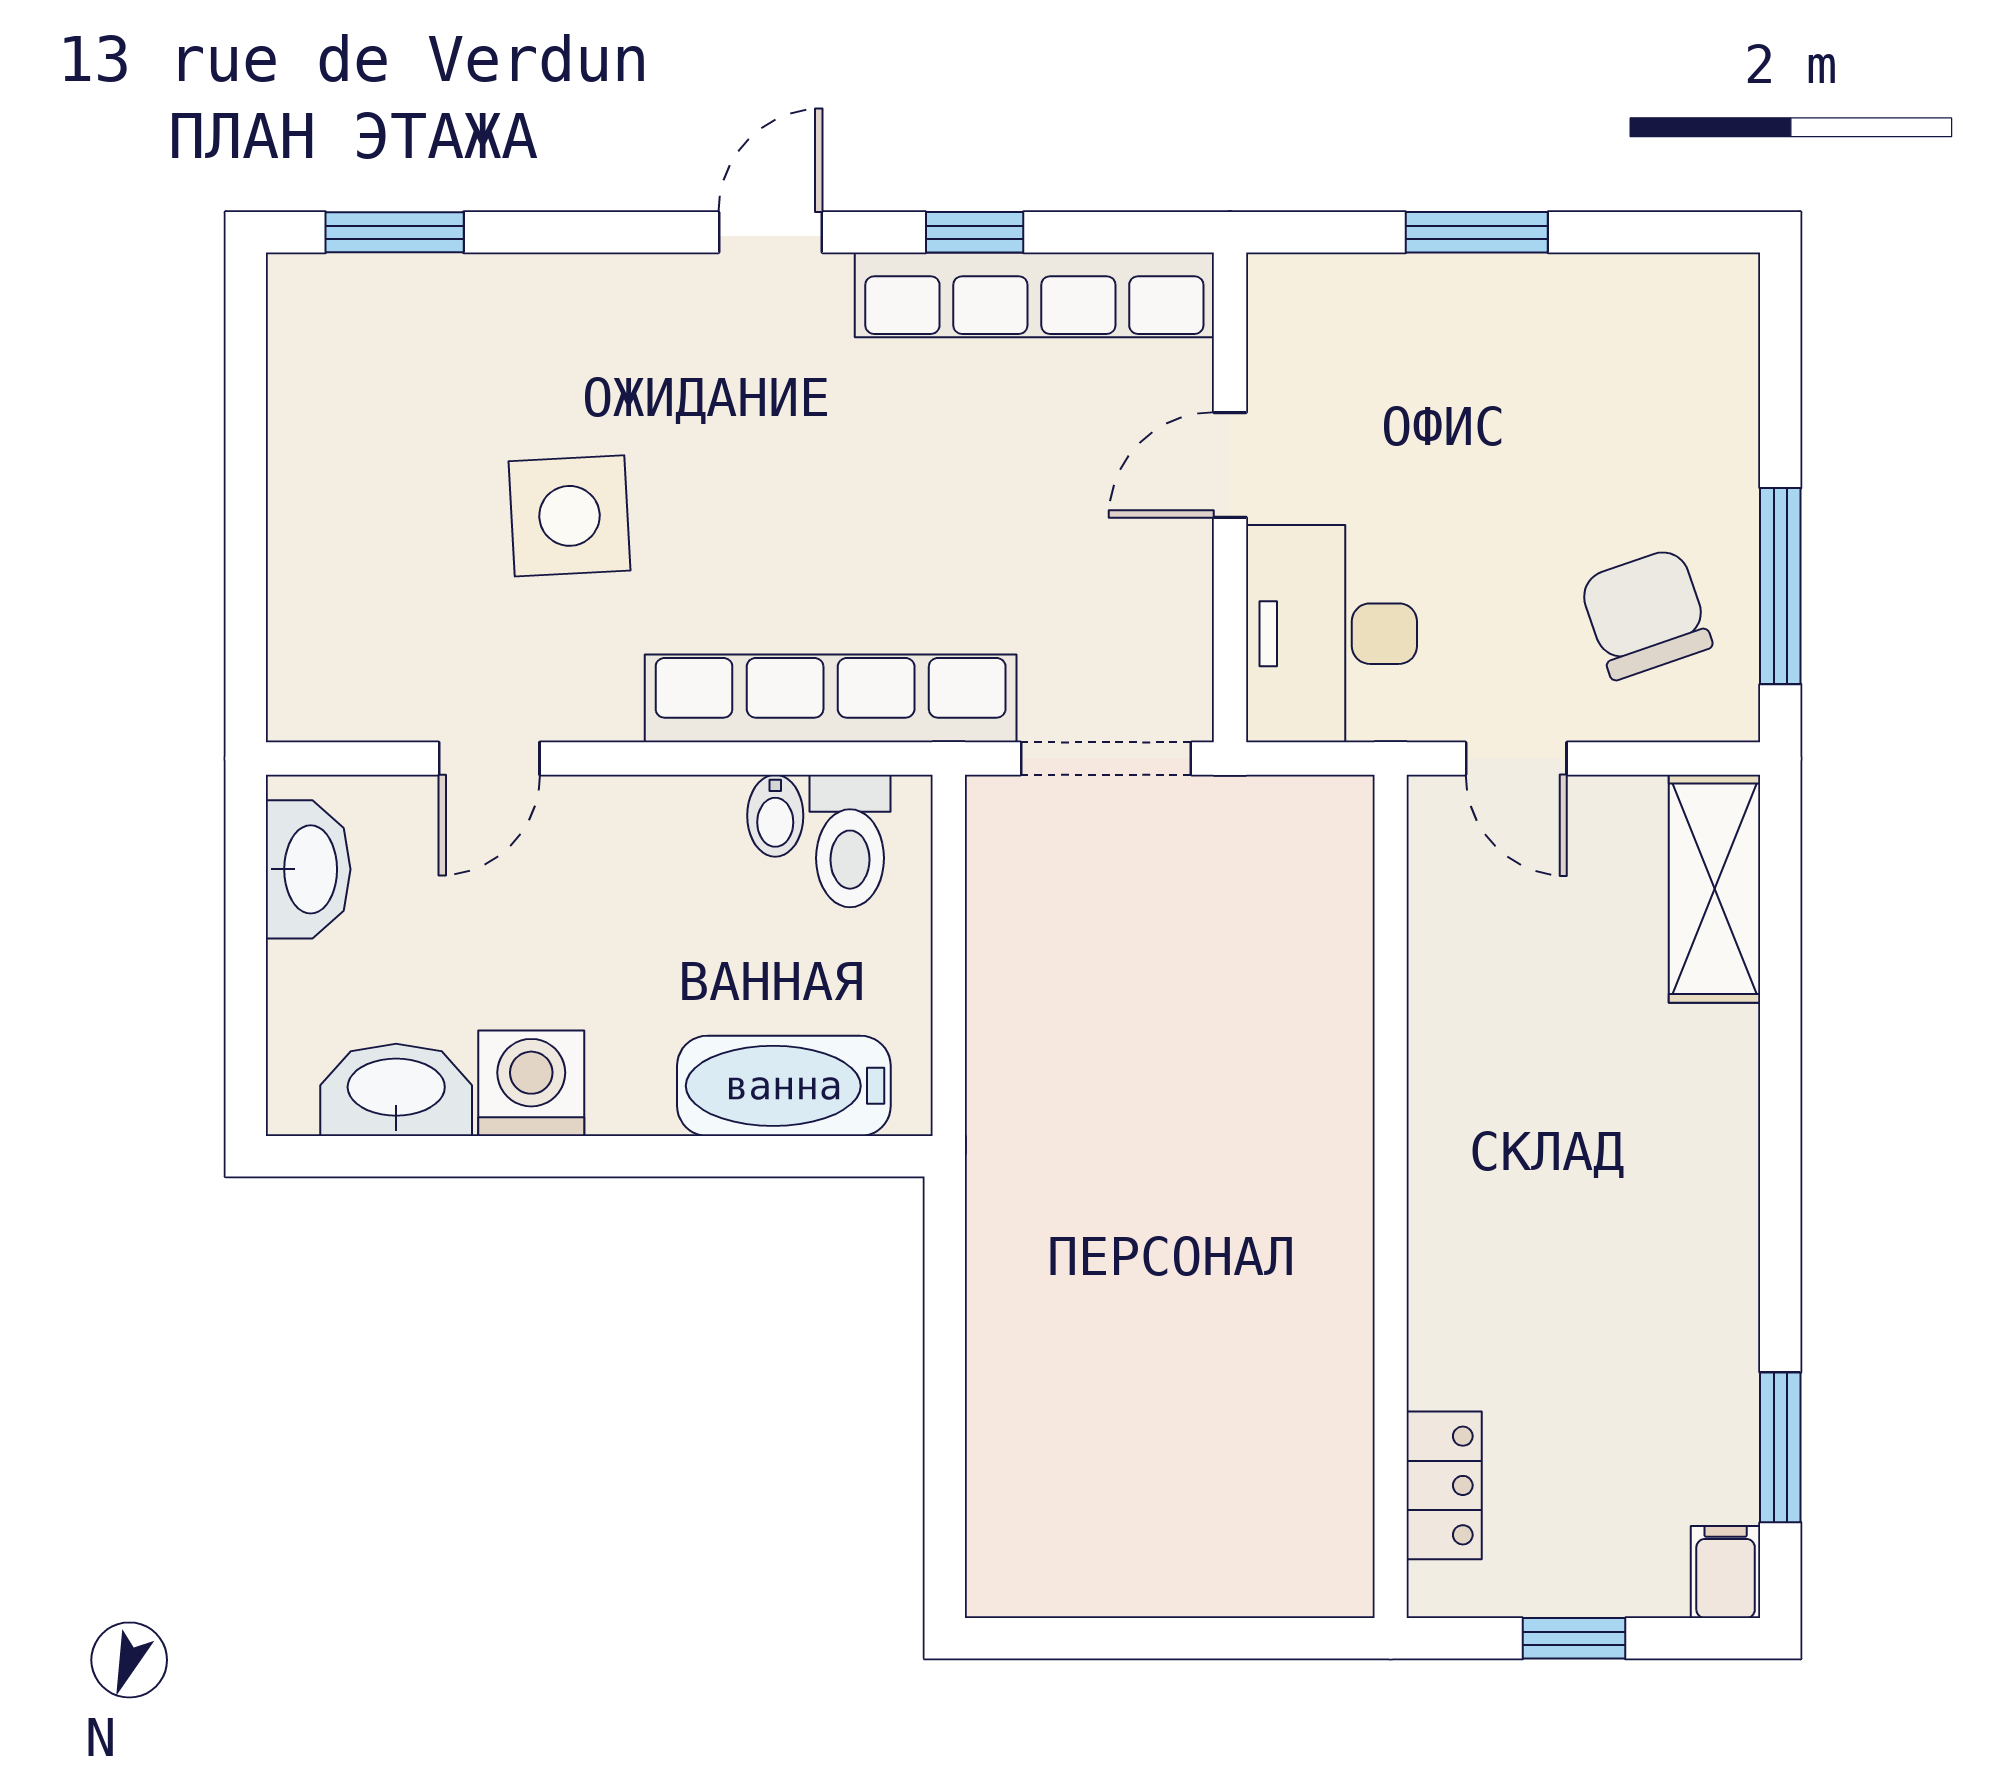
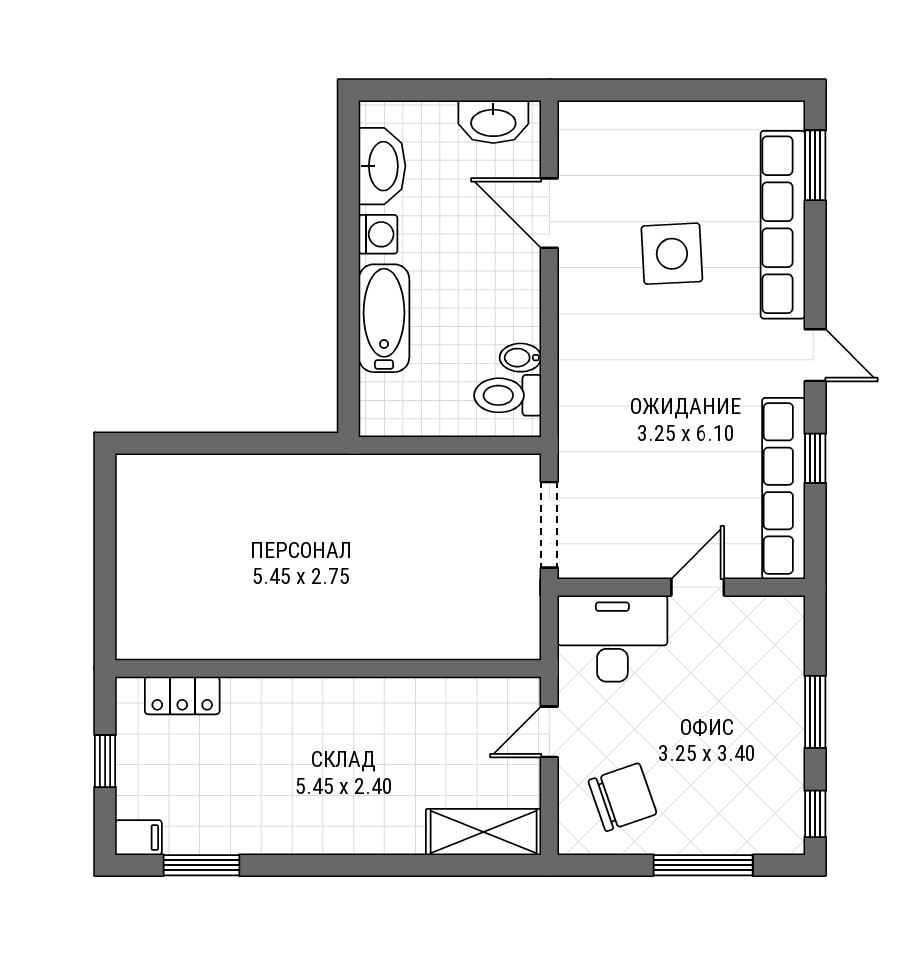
window: (1679, 232) -> (815, 814), added
door: (1230, 465) -> (698, 587), hinge flipped
window: (1780, 586) -> (703, 865), moved
row of seats: (831, 698) -> (783, 225), moved, turned 180
door: (489, 758) -> (549, 213), width x1.38
washing machine: (531, 1083) -> (378, 234), width x0.73, depth x0.73
bathtub: (784, 1086) -> (384, 318), moved

